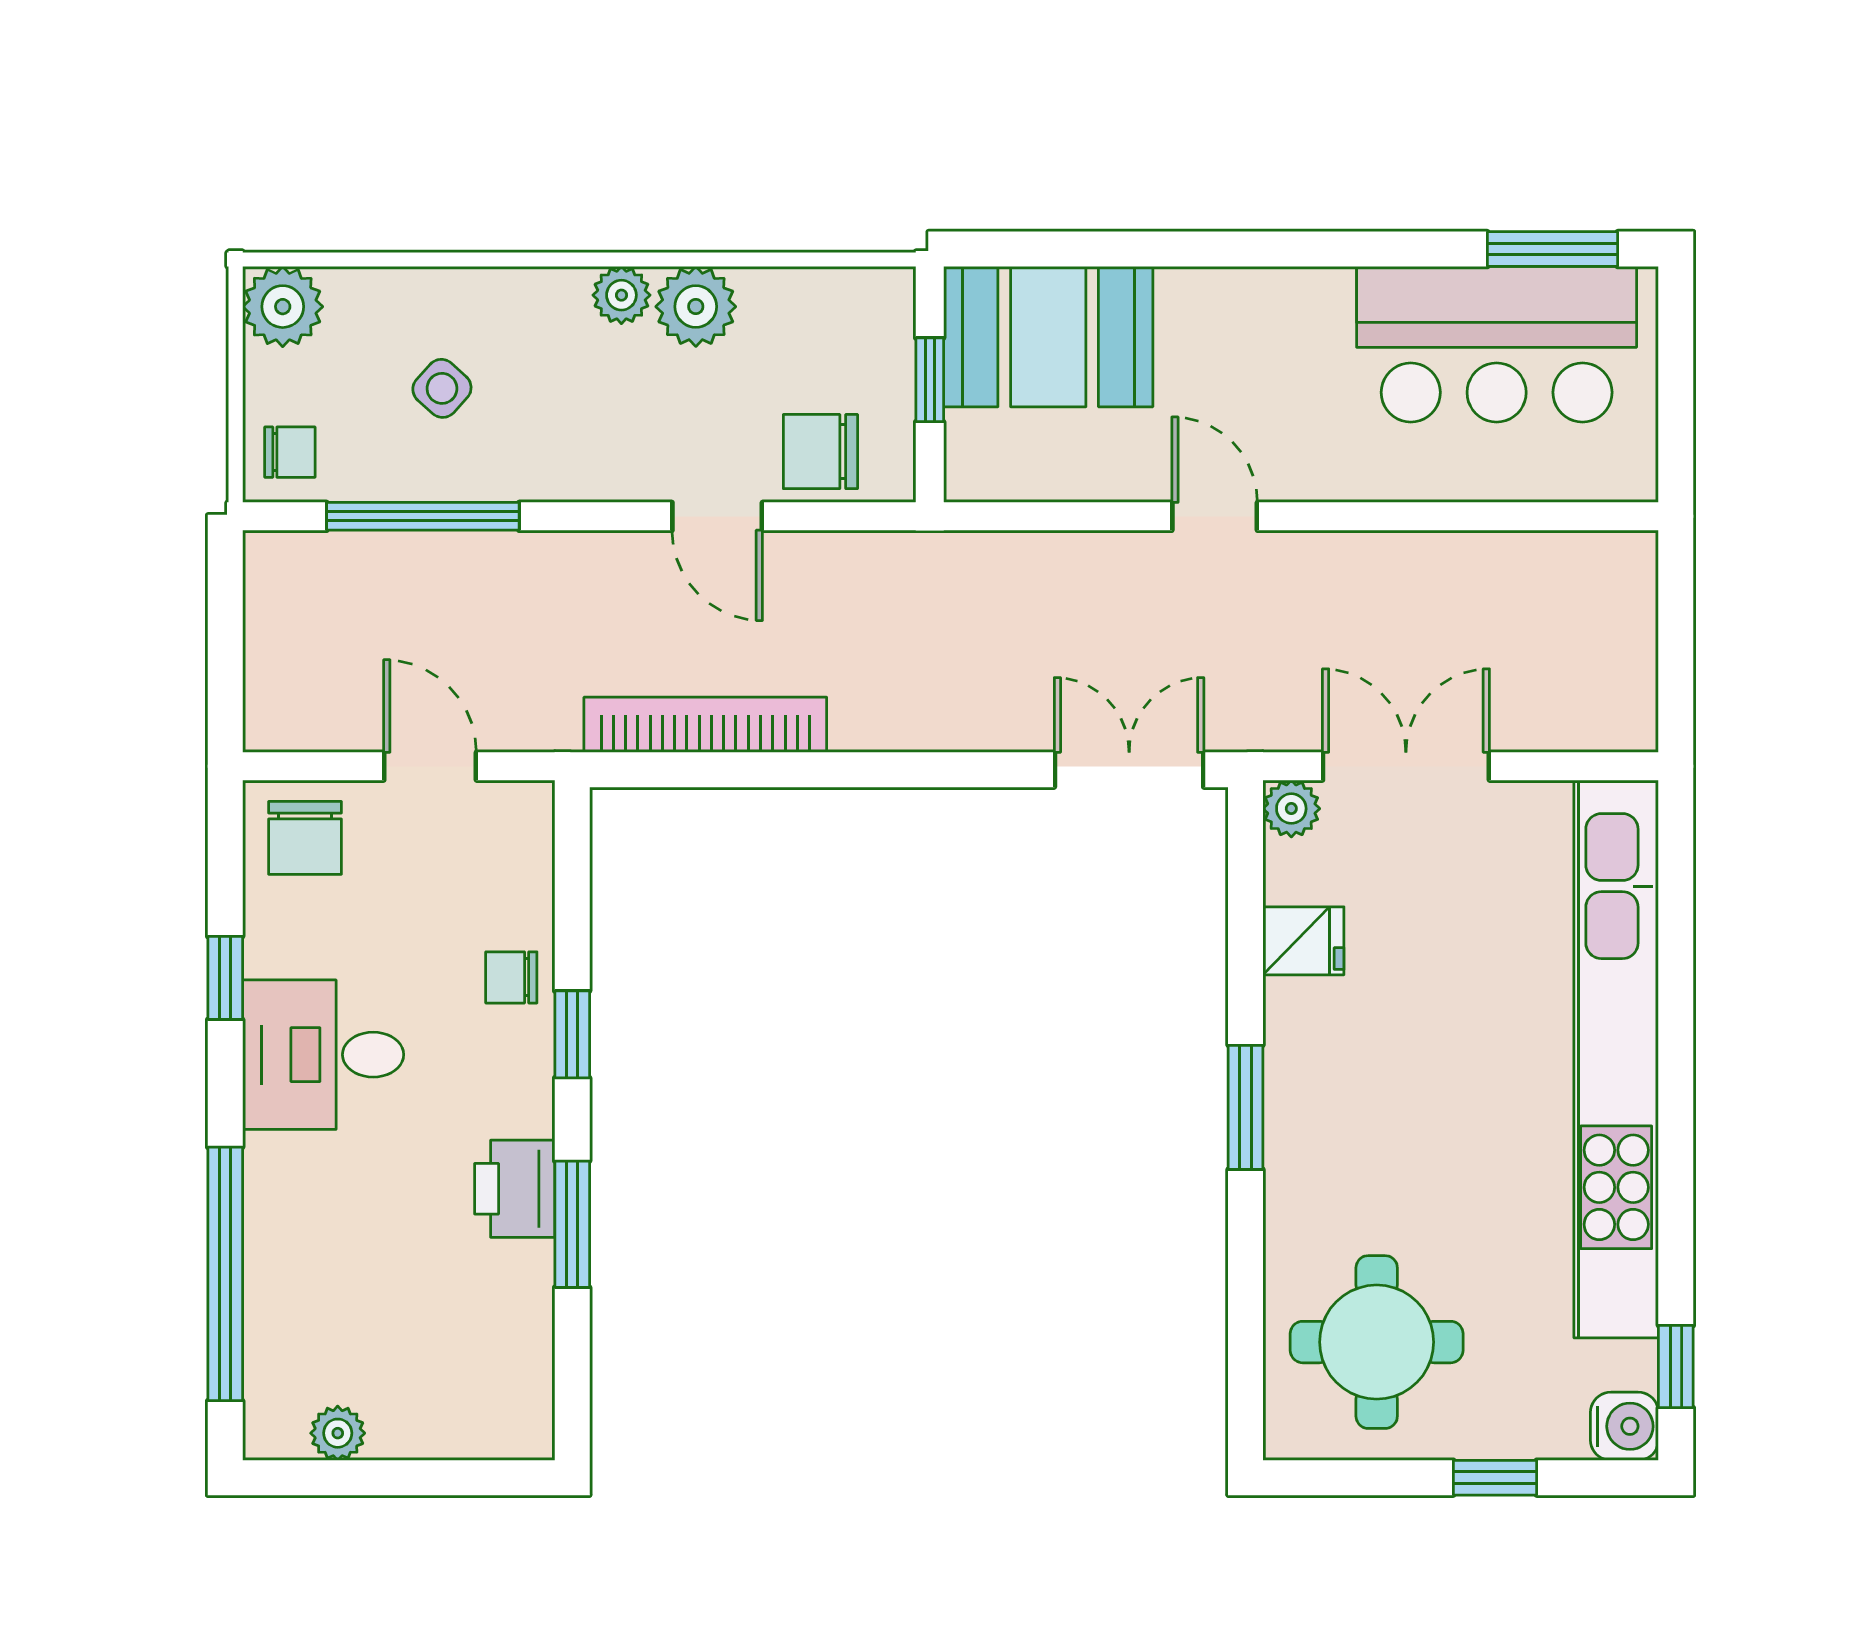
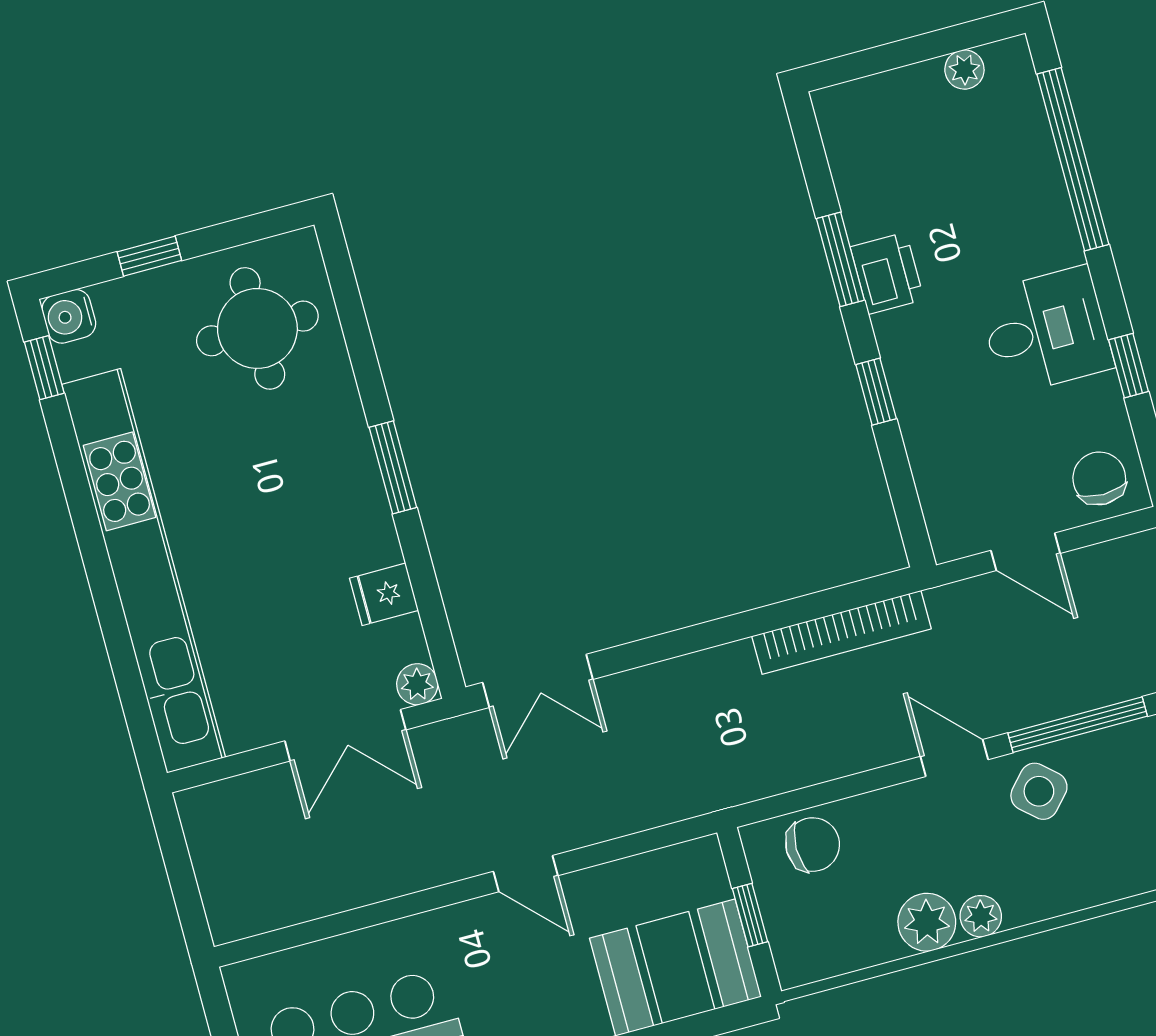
side table: (442, 388) -> (1039, 791), moved, width x1.37, depth x1.37
door: (717, 516) -> (954, 758), moved
chair: (511, 977) -> (929, 420), removed

